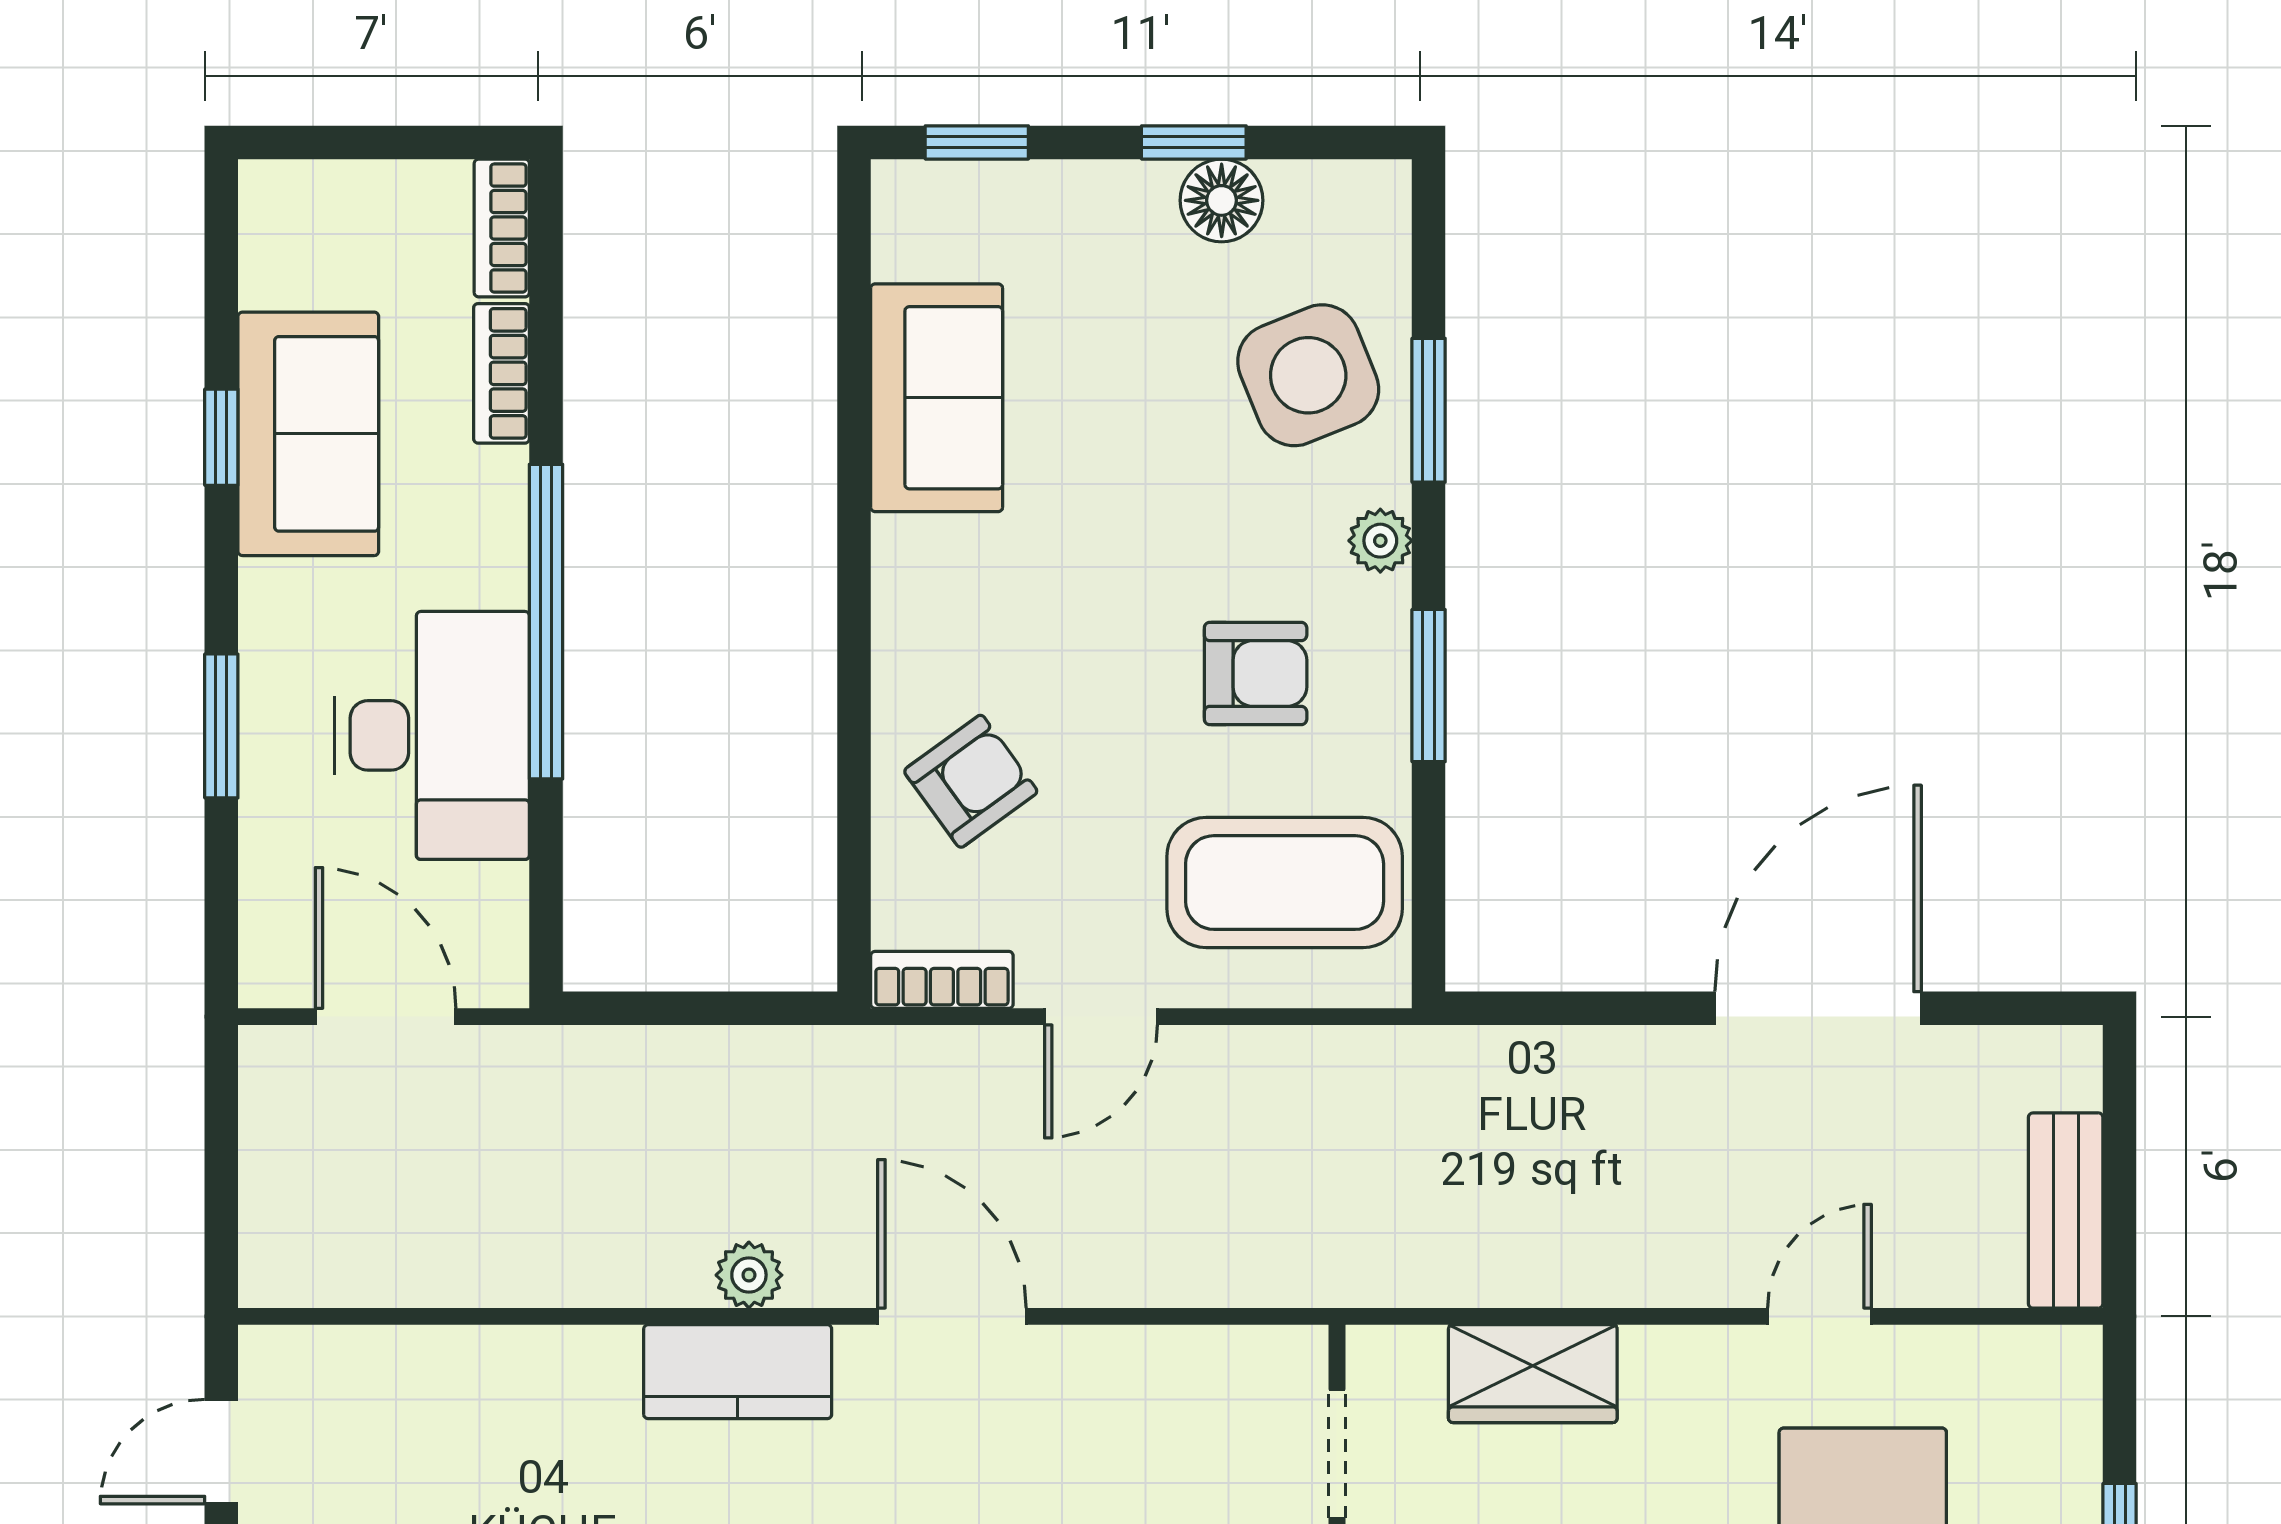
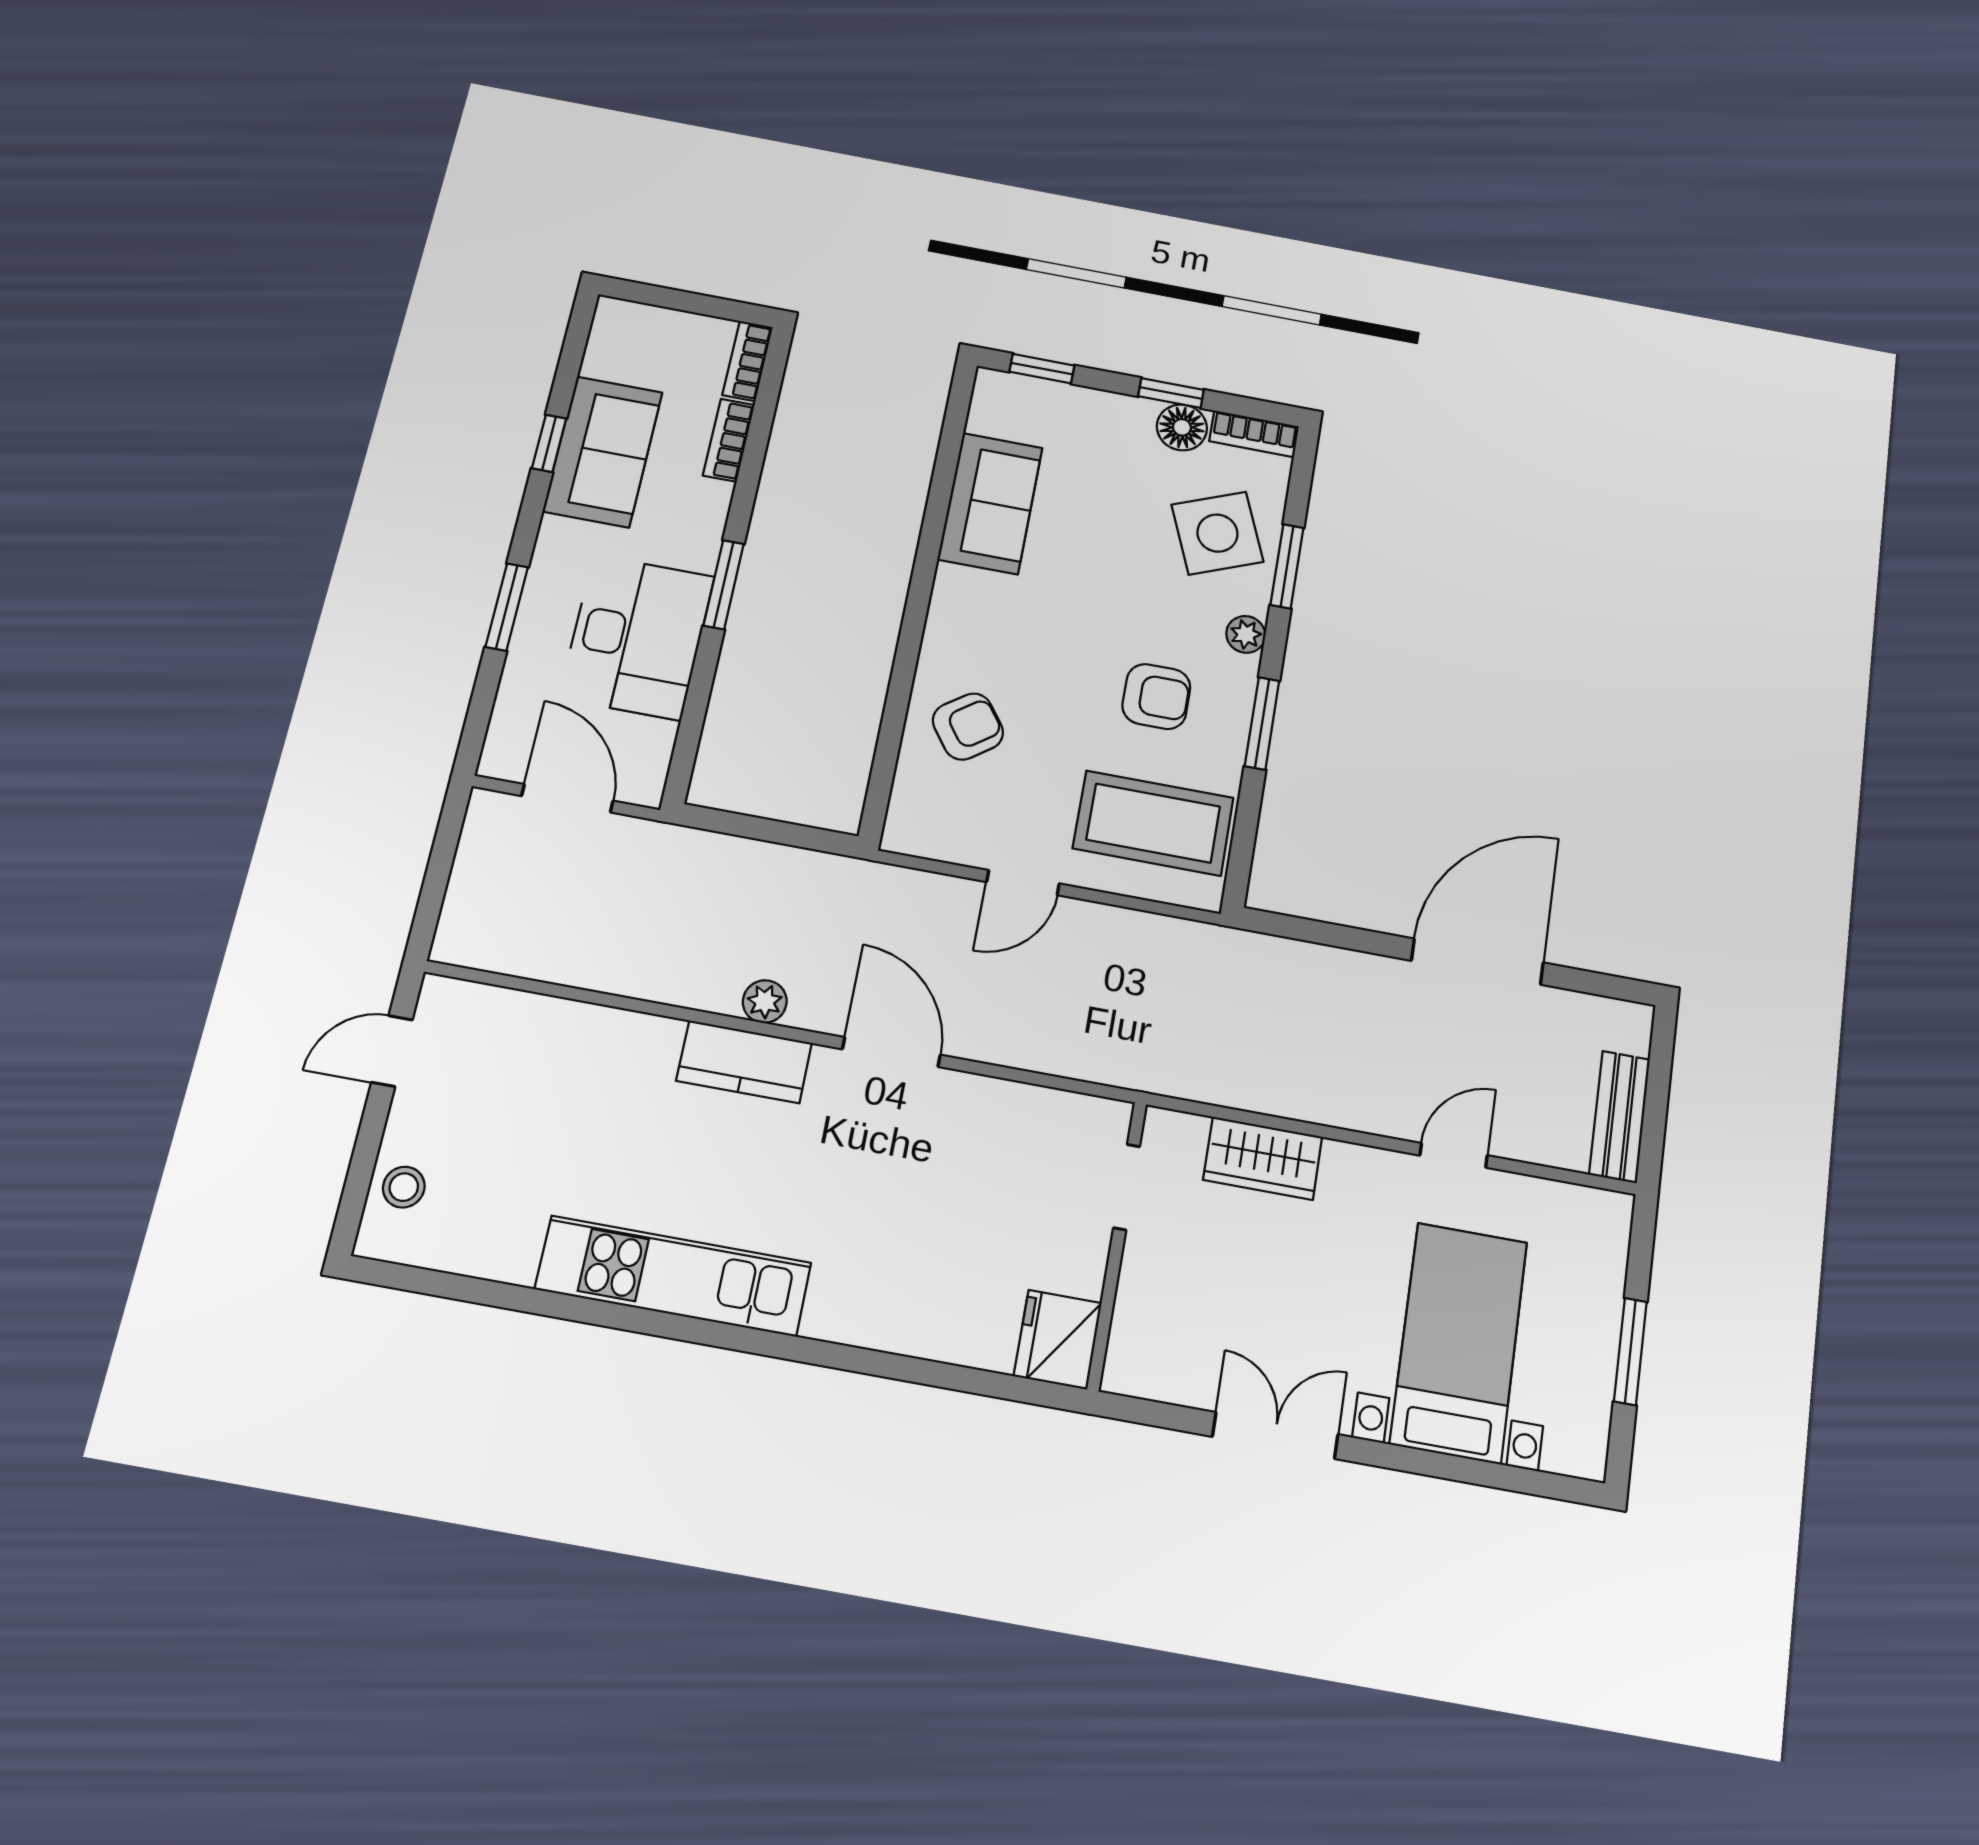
window: (546, 622) -> (724, 585), width x0.47
bookcase: (942, 980) -> (1254, 434), moved, turned 180

